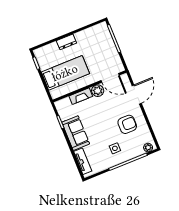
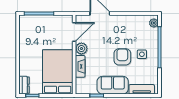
dresser: (66, 42) -> (24, 85), moved
bed: (65, 73) -> (58, 72), width x1.50
armchair: (127, 124) -> (122, 57), moved

